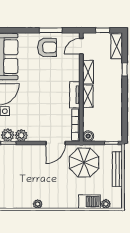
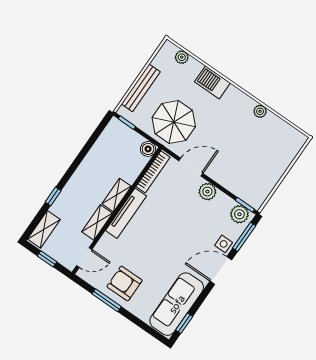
tv unit: (75, 95) -> (126, 213), width x1.41
plant: (21, 135) -> (207, 192), moved
barbecue: (89, 202) -> (212, 82), moved

